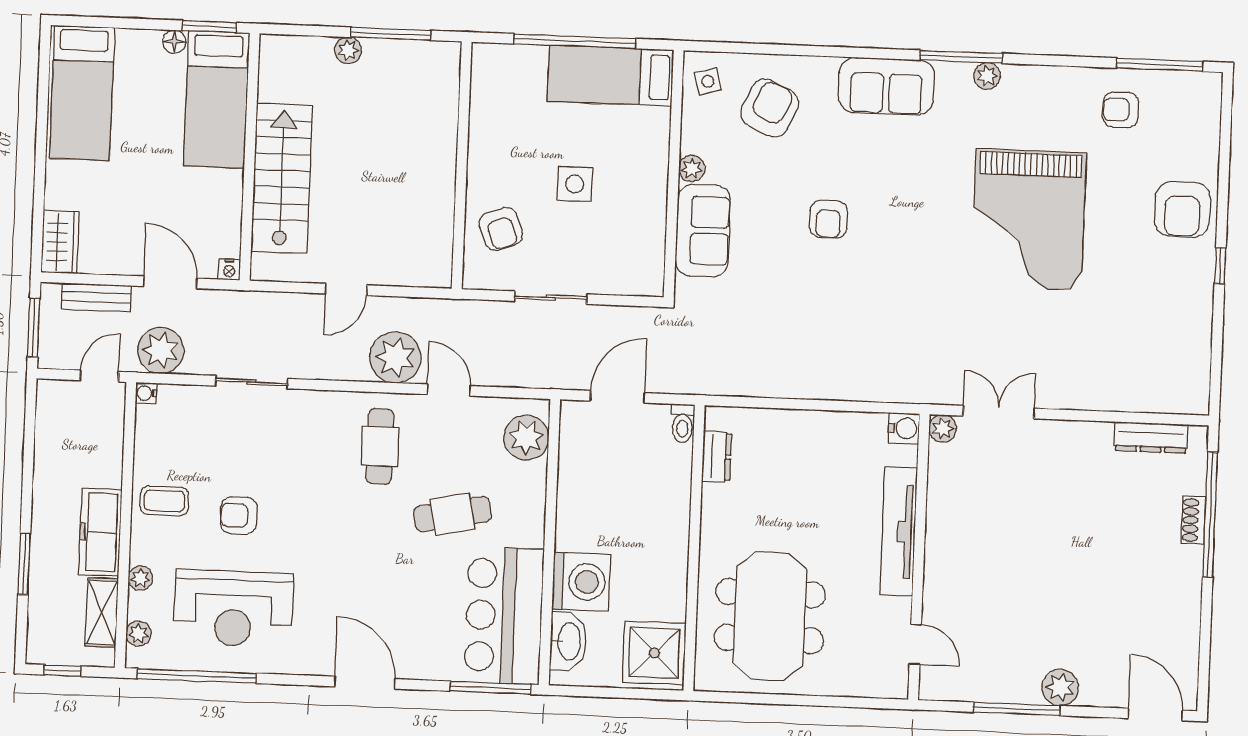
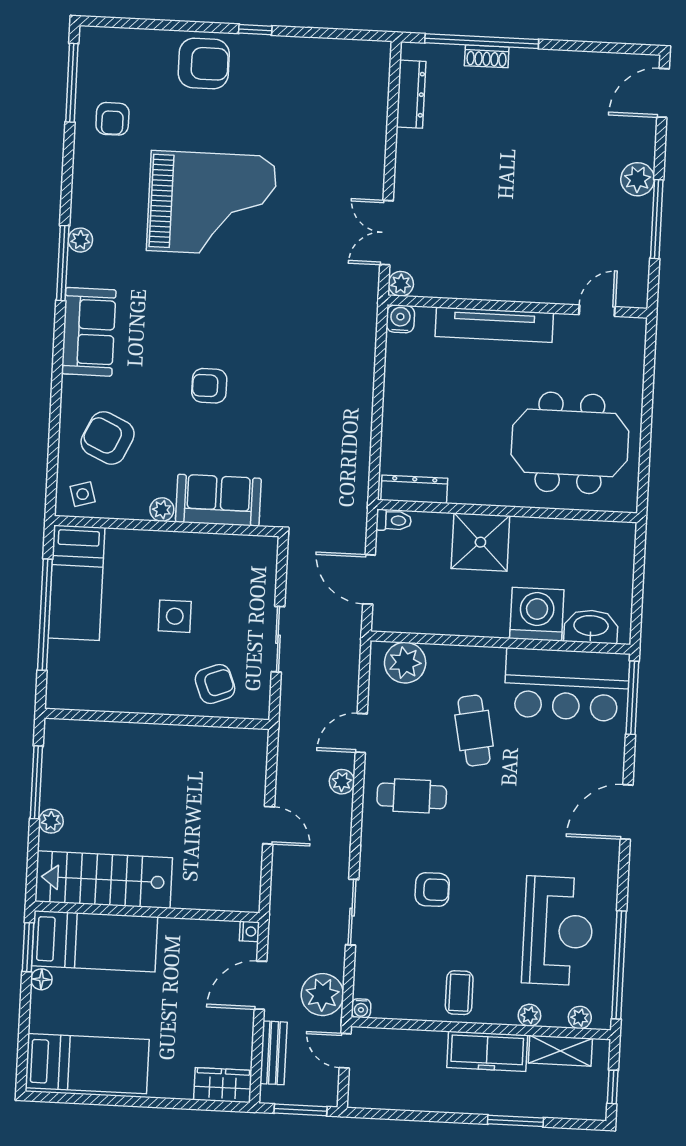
stairs: (282, 179) -> (104, 880), moved
armchair: (828, 219) -> (209, 386), turned 180
plant: (395, 358) -> (342, 782), width x0.53, depth x0.53
dresser: (717, 457) -> (414, 489), width x1.44
armchair: (239, 516) -> (432, 889), moved, turned -90
shower: (654, 653) -> (480, 542), moved

